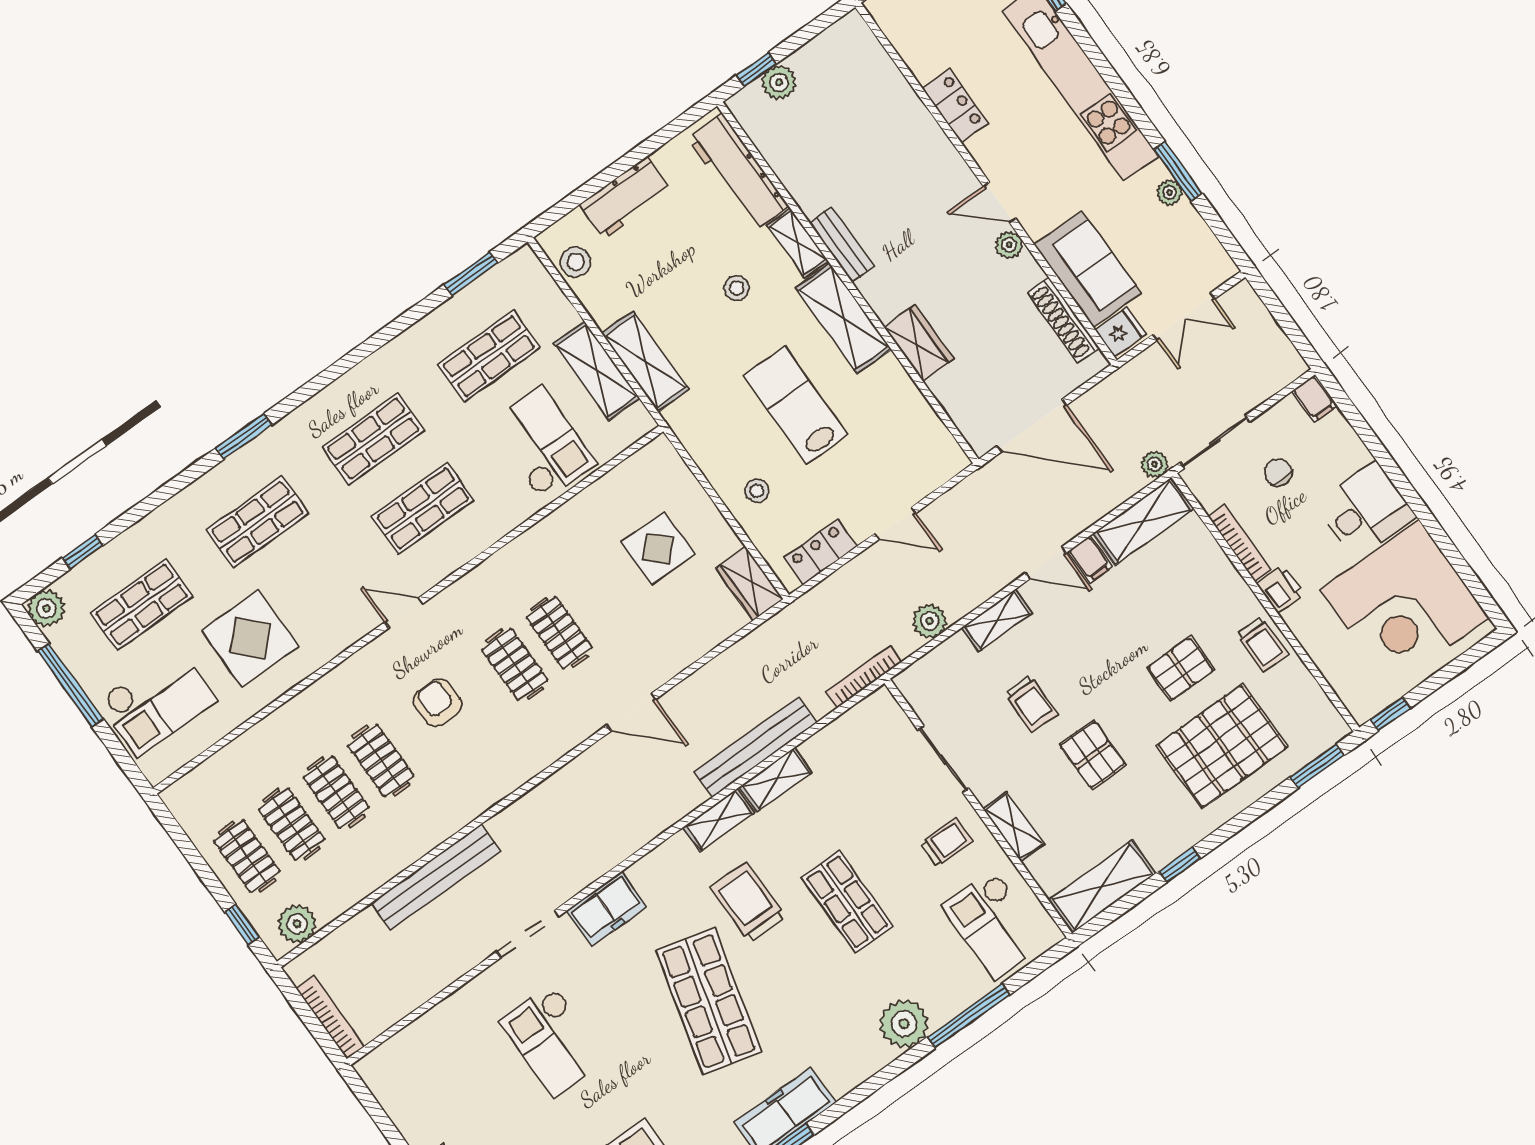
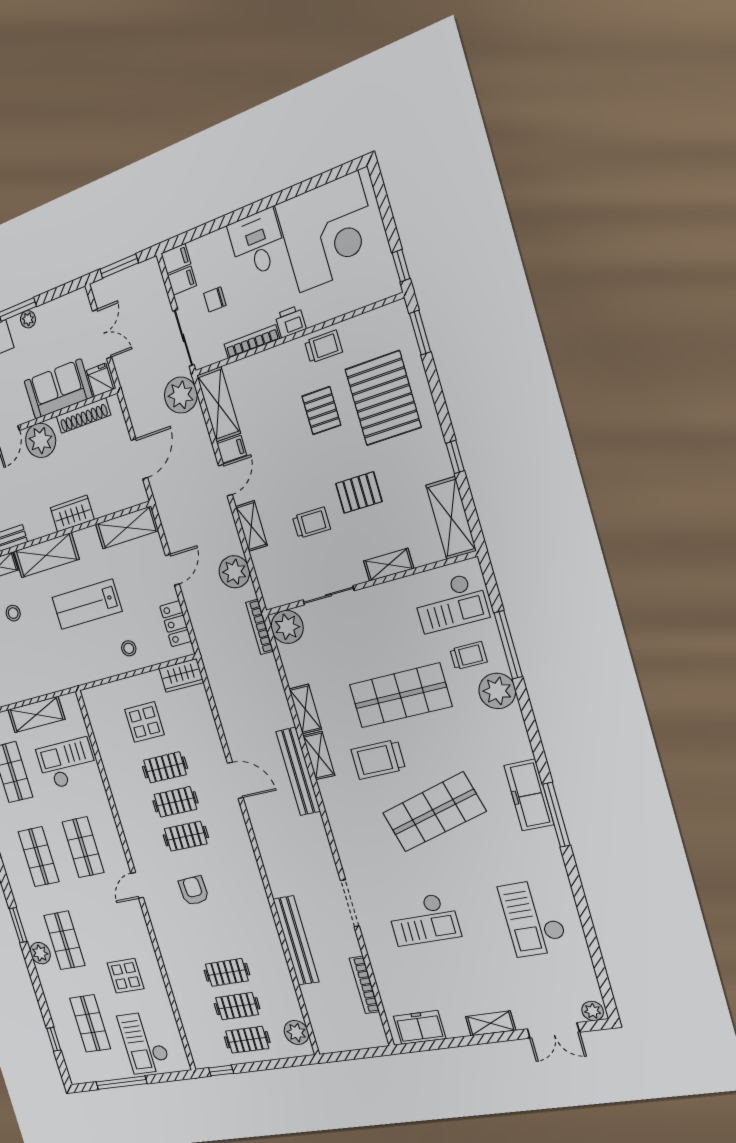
plant: (1009, 245) -> (41, 440), width x1.87, depth x1.87
window: (1282, 316) -> (119, 266), added
shelving: (645, 362) -> (127, 527), moved
filing cabinet: (1289, 417) -> (182, 281), added
door: (1032, 426) -> (139, 459), width x0.73
plant: (1155, 464) -> (181, 395), width x1.87, depth x1.87
plant: (46, 608) -> (40, 953), moved
plant: (930, 621) -> (234, 572), width x1.36, depth x1.36
display table: (250, 638) -> (126, 976), width x0.73, depth x0.73
checkout: (157, 701) -> (144, 1043), turned 180
armchair: (438, 703) -> (194, 891), turned 87
door: (631, 712) -> (235, 780), hinge flipped
plant: (879, 716) -> (287, 627), added
bench: (755, 747) -> (298, 771), moved
clothes rail: (381, 760) -> (165, 767), moved
trolley: (946, 842) -> (468, 656), moved, turned 90
shop shelf: (847, 902) -> (400, 695), width x1.43, depth x1.36
freezer: (606, 909) -> (420, 1027), moved, turned -90
window: (242, 925) -> (221, 1071), moved
shop shelf: (709, 1001) -> (434, 812), turned -30
bookcase: (330, 1018) -> (364, 985), moved, turned -90

